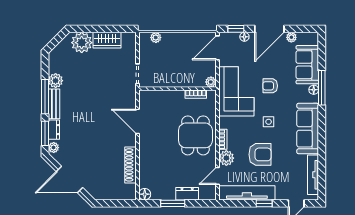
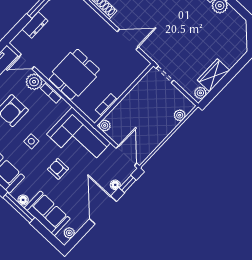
plant: (291, 37) -> (69, 233), moved
plant: (82, 43) -> (200, 93), moved, width x0.53, depth x0.53
armchair: (270, 86) -> (58, 169), turned -90
dining table: (195, 135) -> (74, 74), turned 90
door: (217, 176) -> (27, 62), swing flipped

